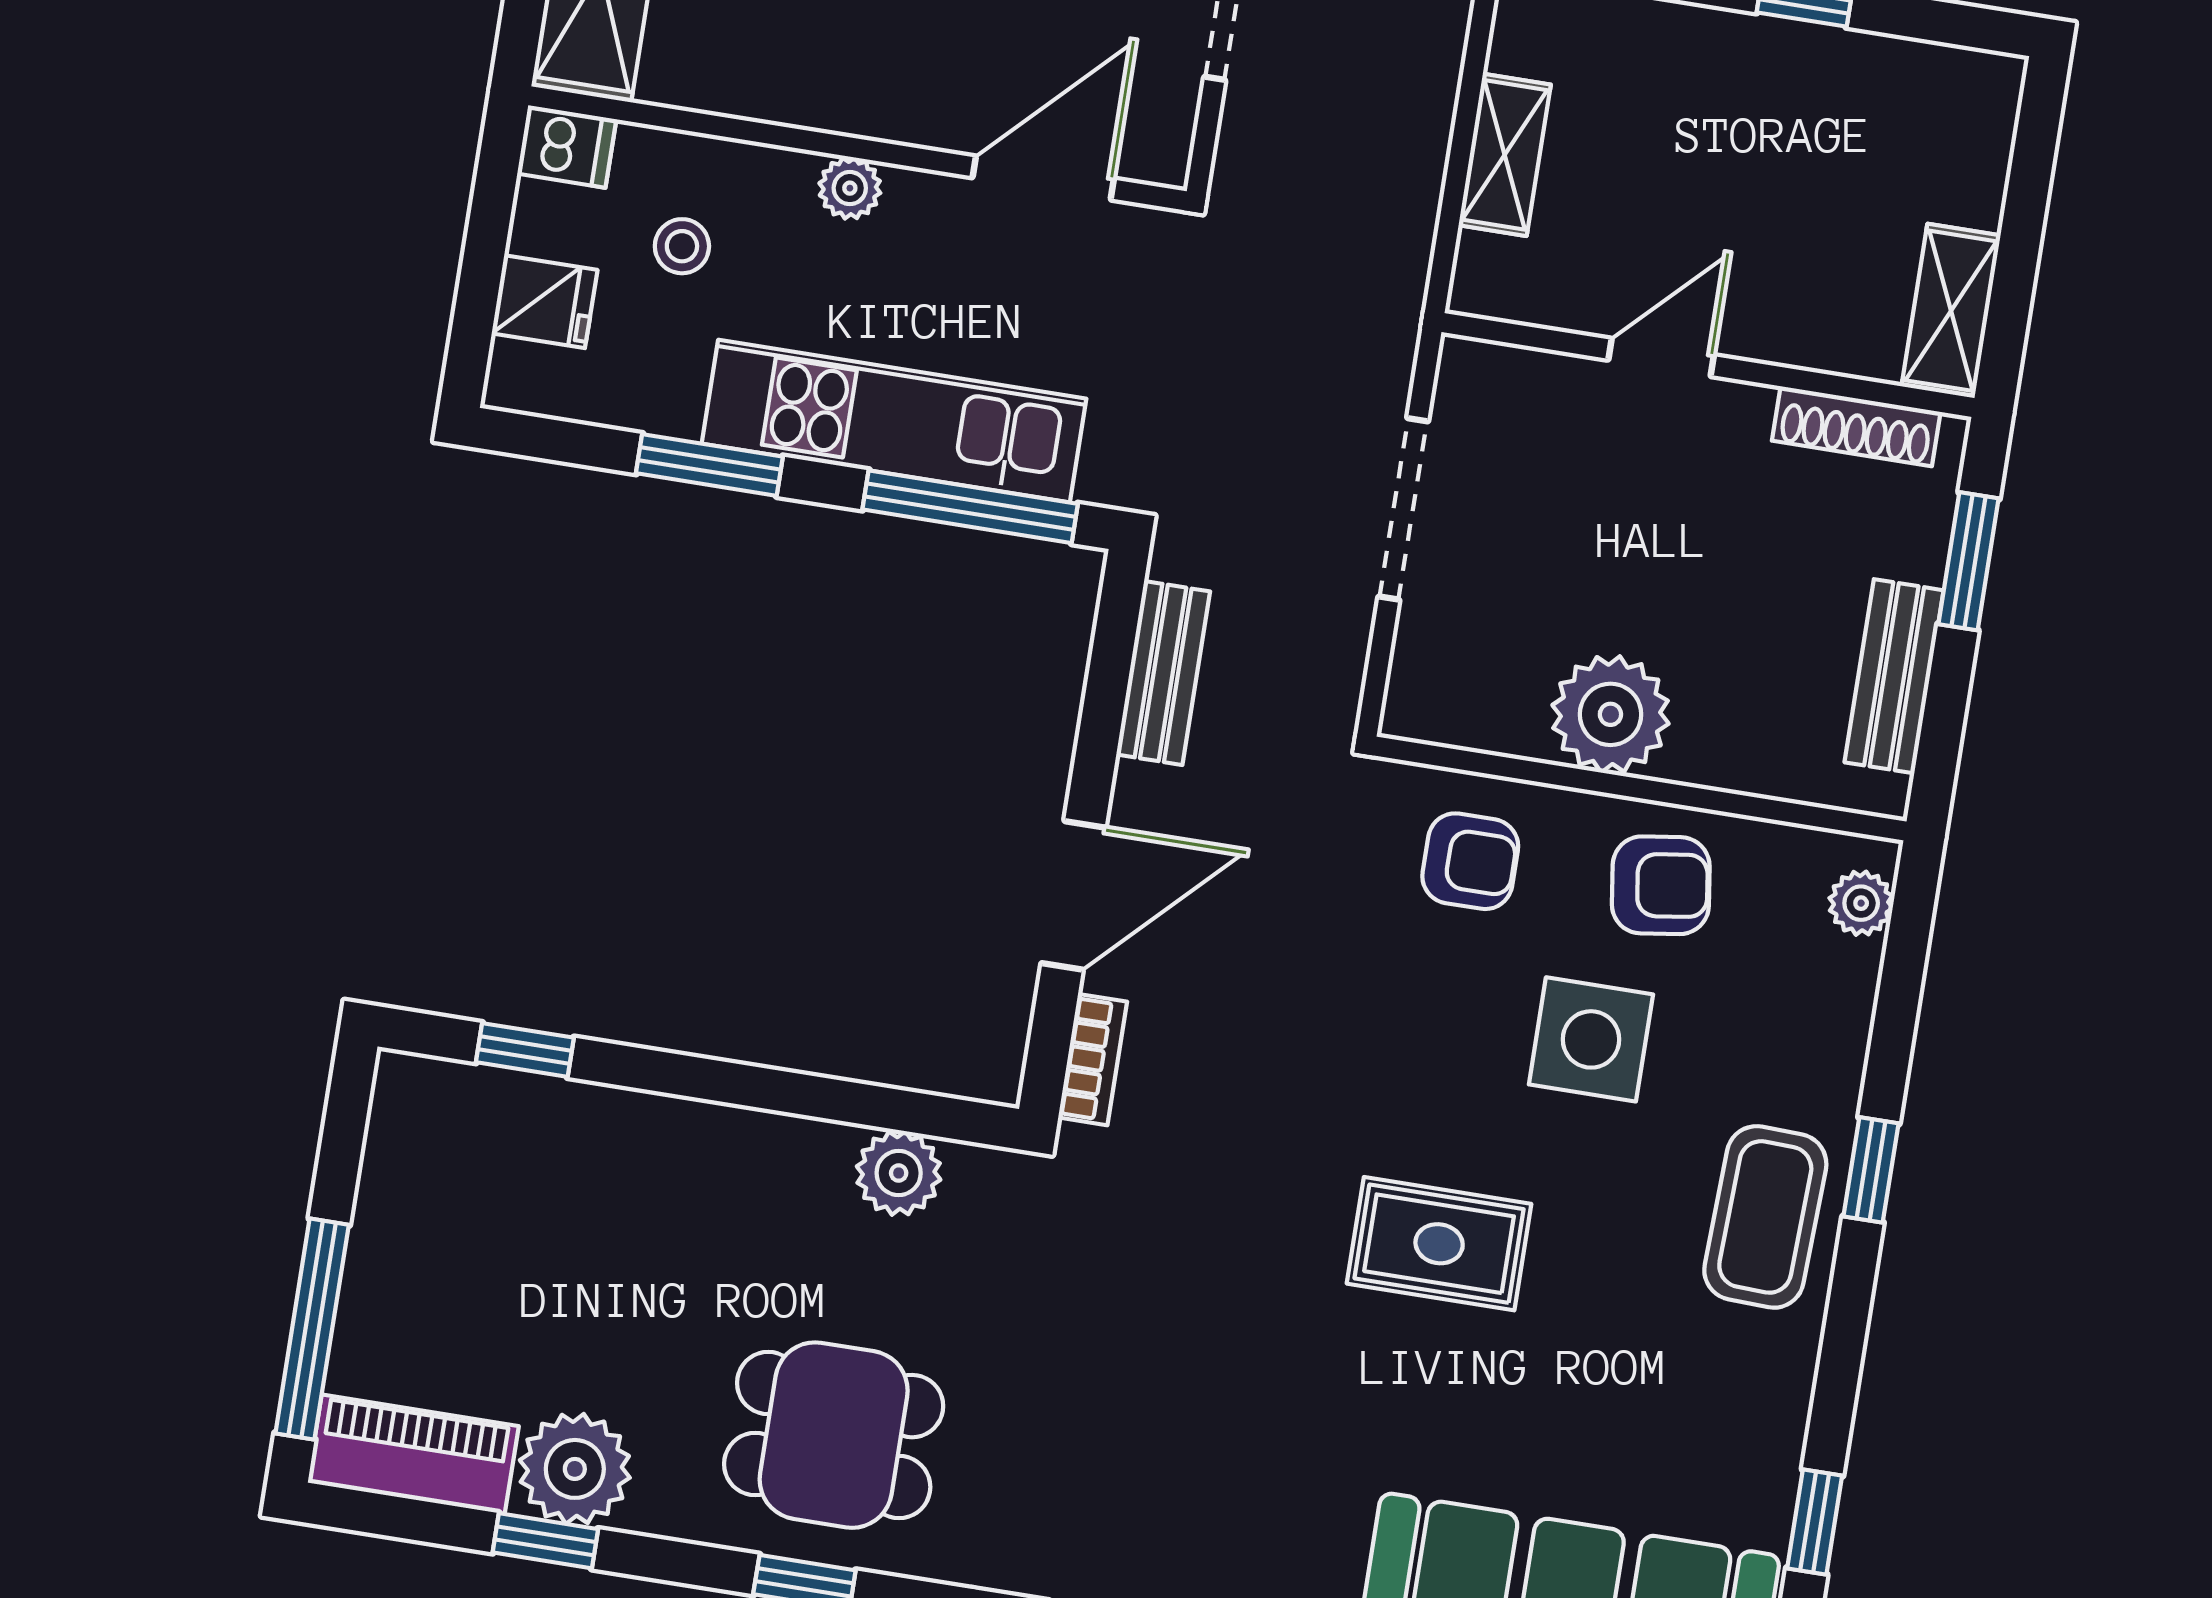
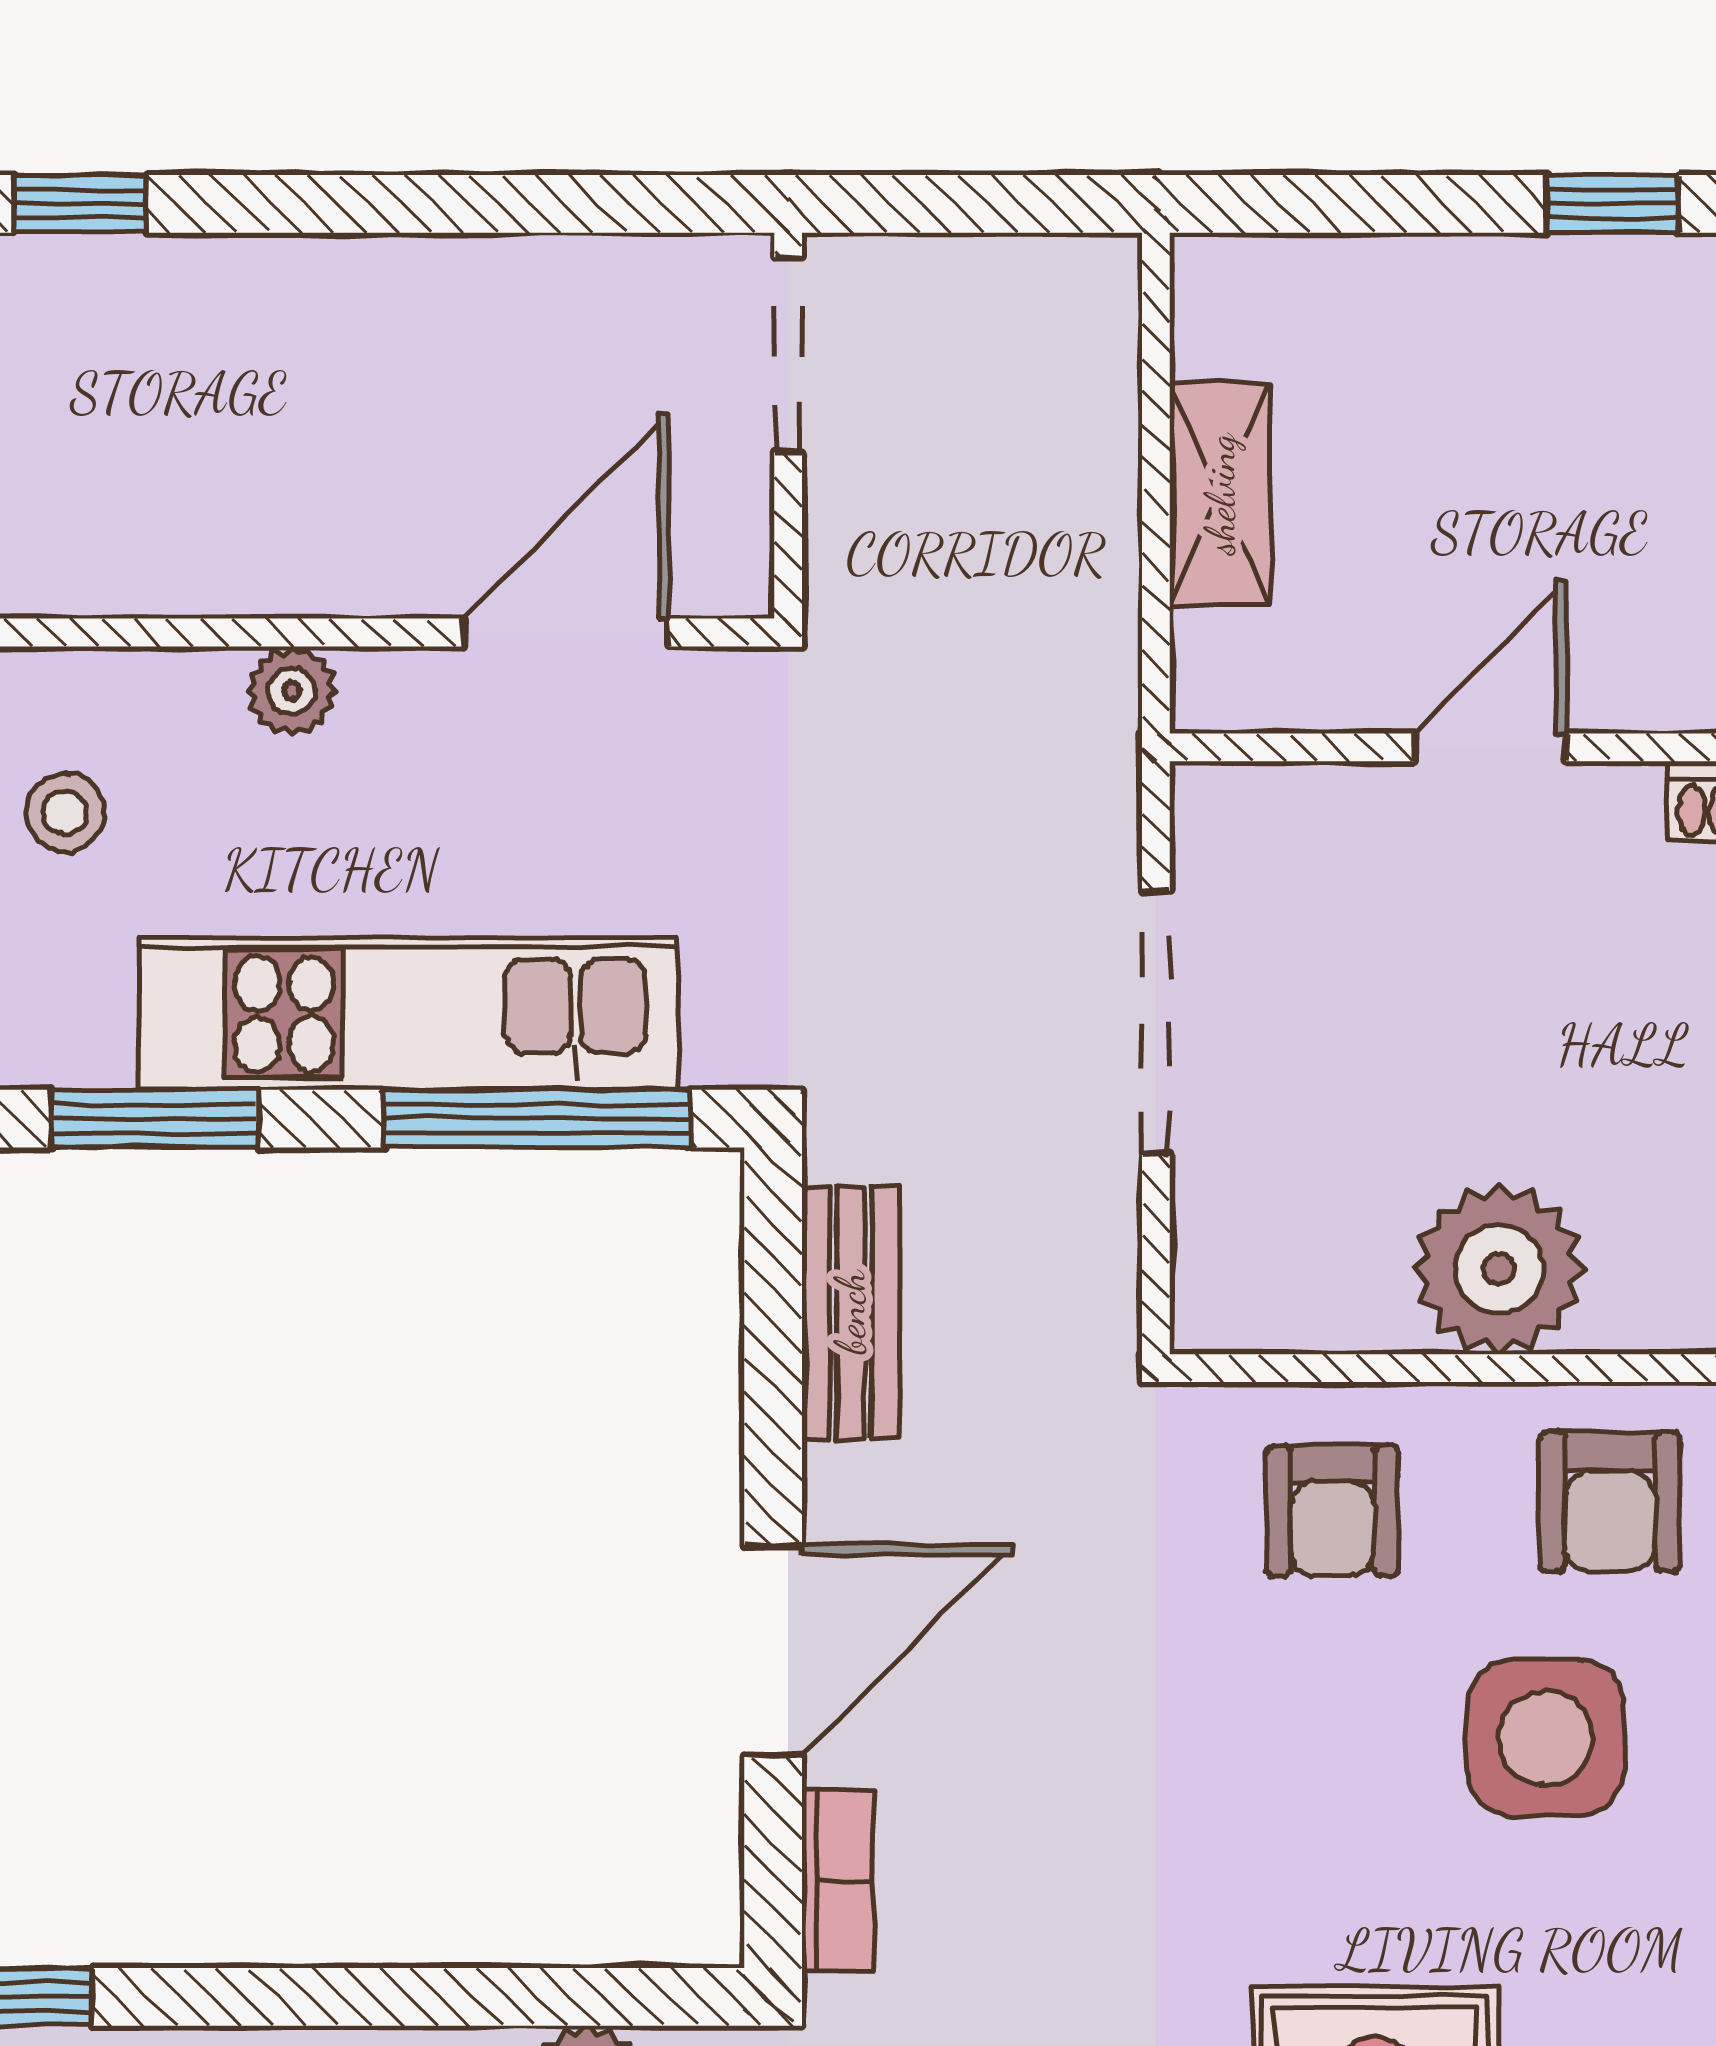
armchair: (1470, 861) -> (1332, 1511), turned 90
armchair: (1661, 885) -> (1610, 1502), turned 98

